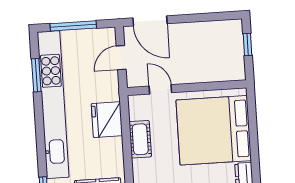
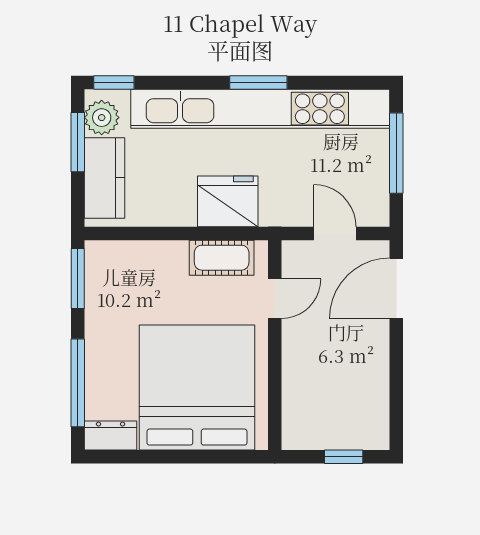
window: (36, 75) -> (258, 83), moved
cot: (140, 139) -> (222, 258), moved

